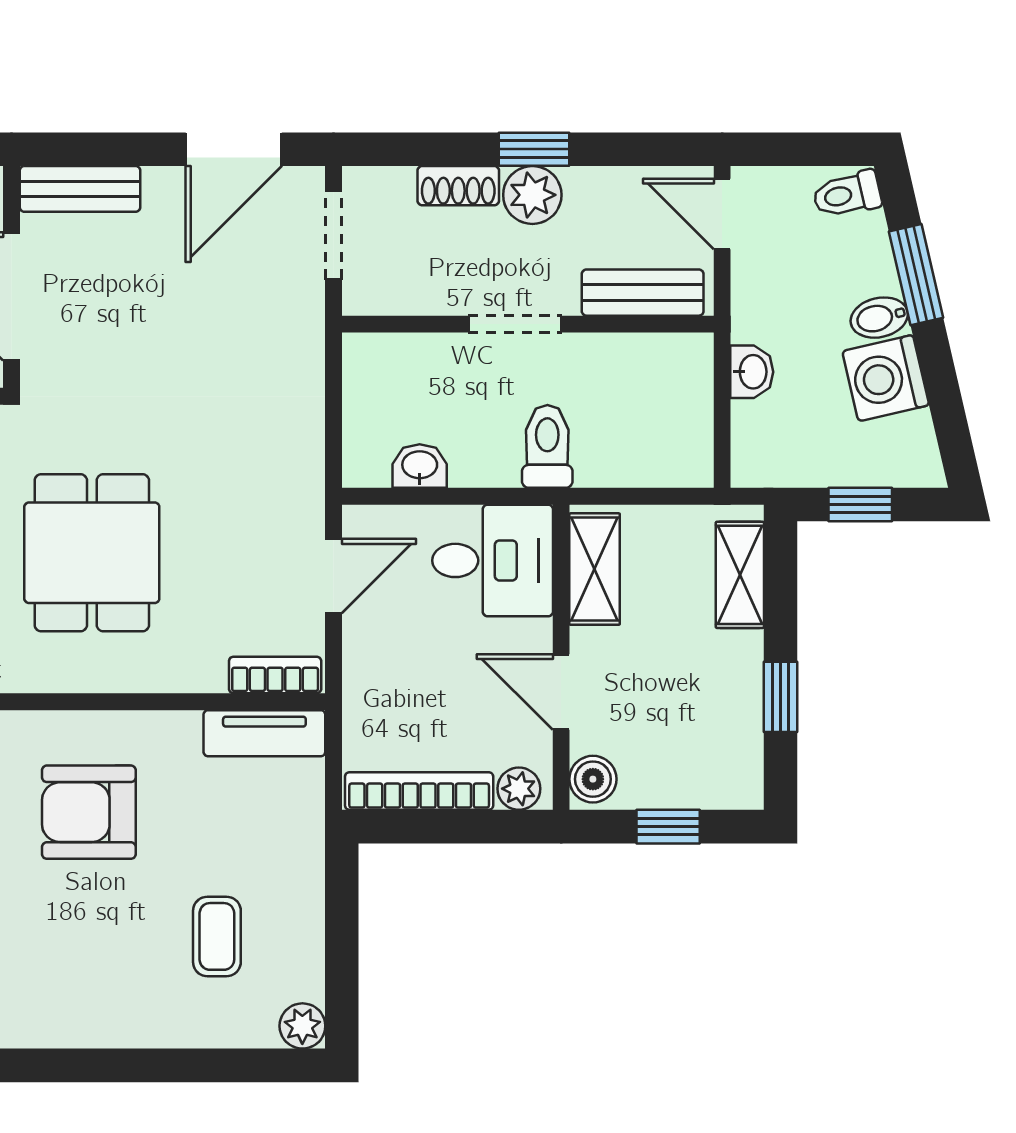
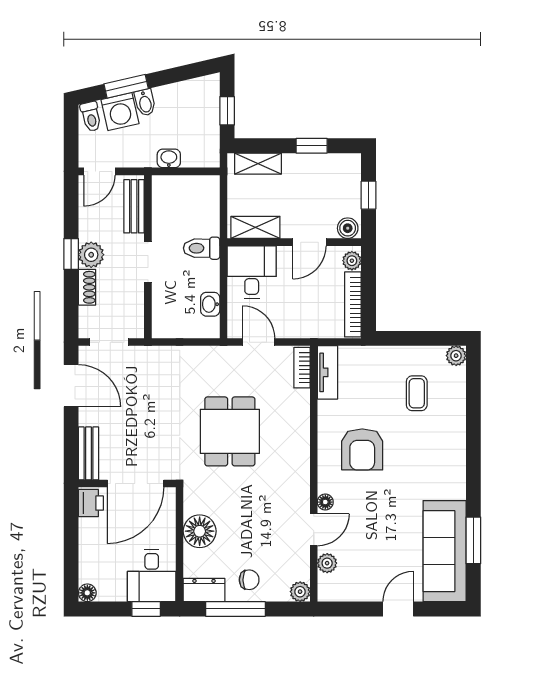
washing machine: (886, 378) -> (120, 112), moved
dining table: (92, 553) -> (230, 431), moved, turned 90
coffee table: (217, 936) -> (417, 393), turned 90

